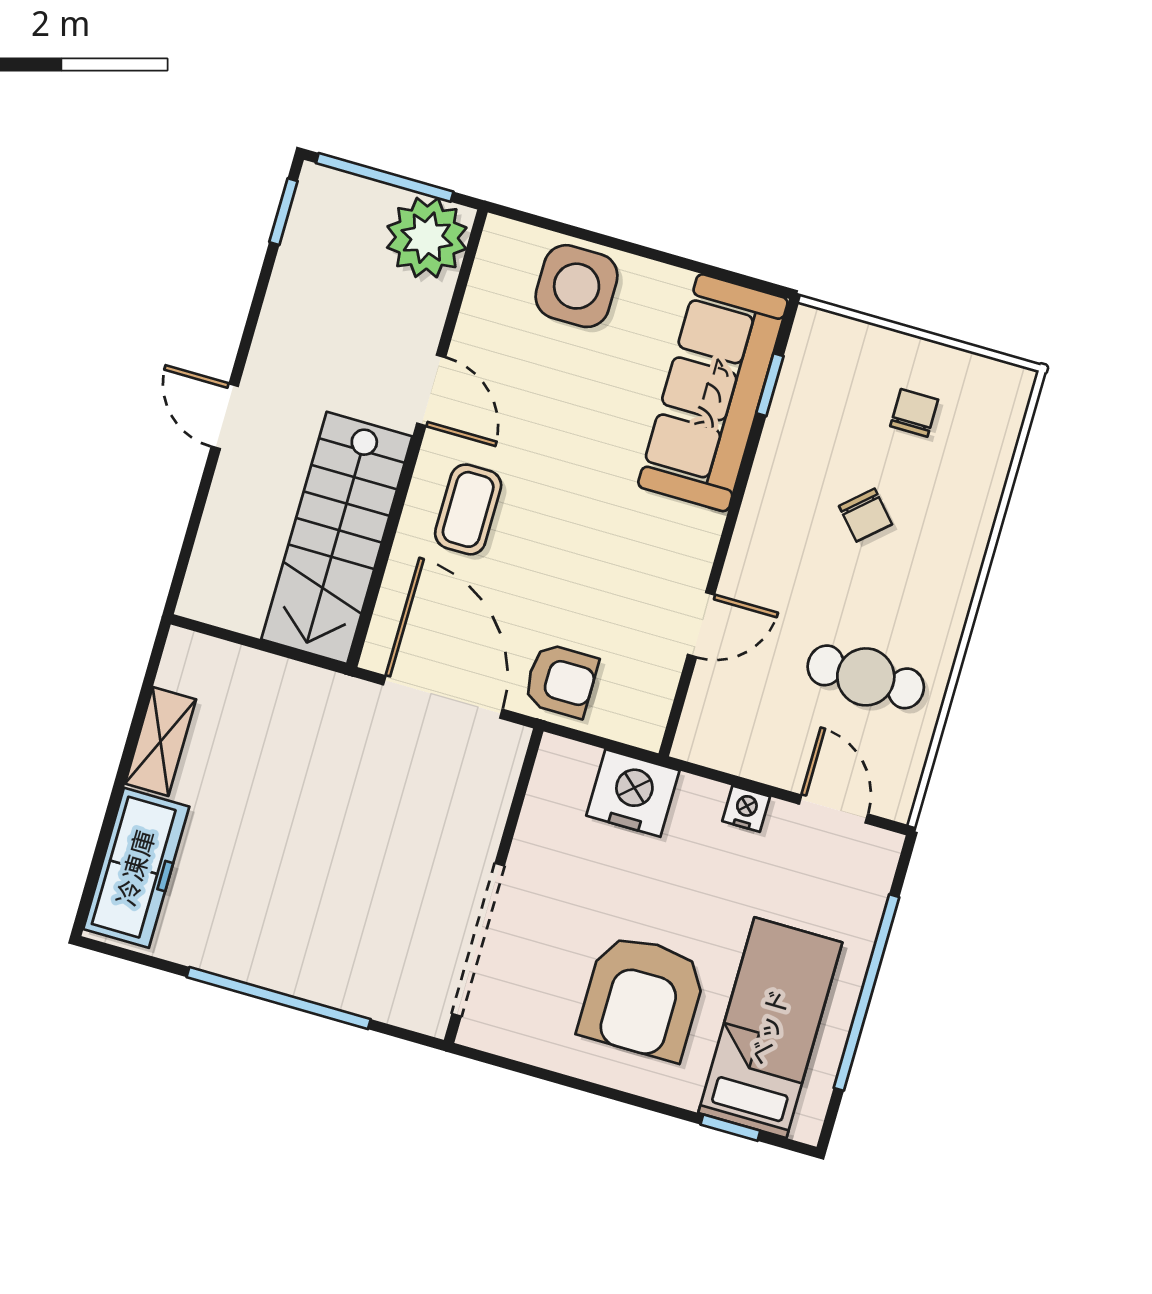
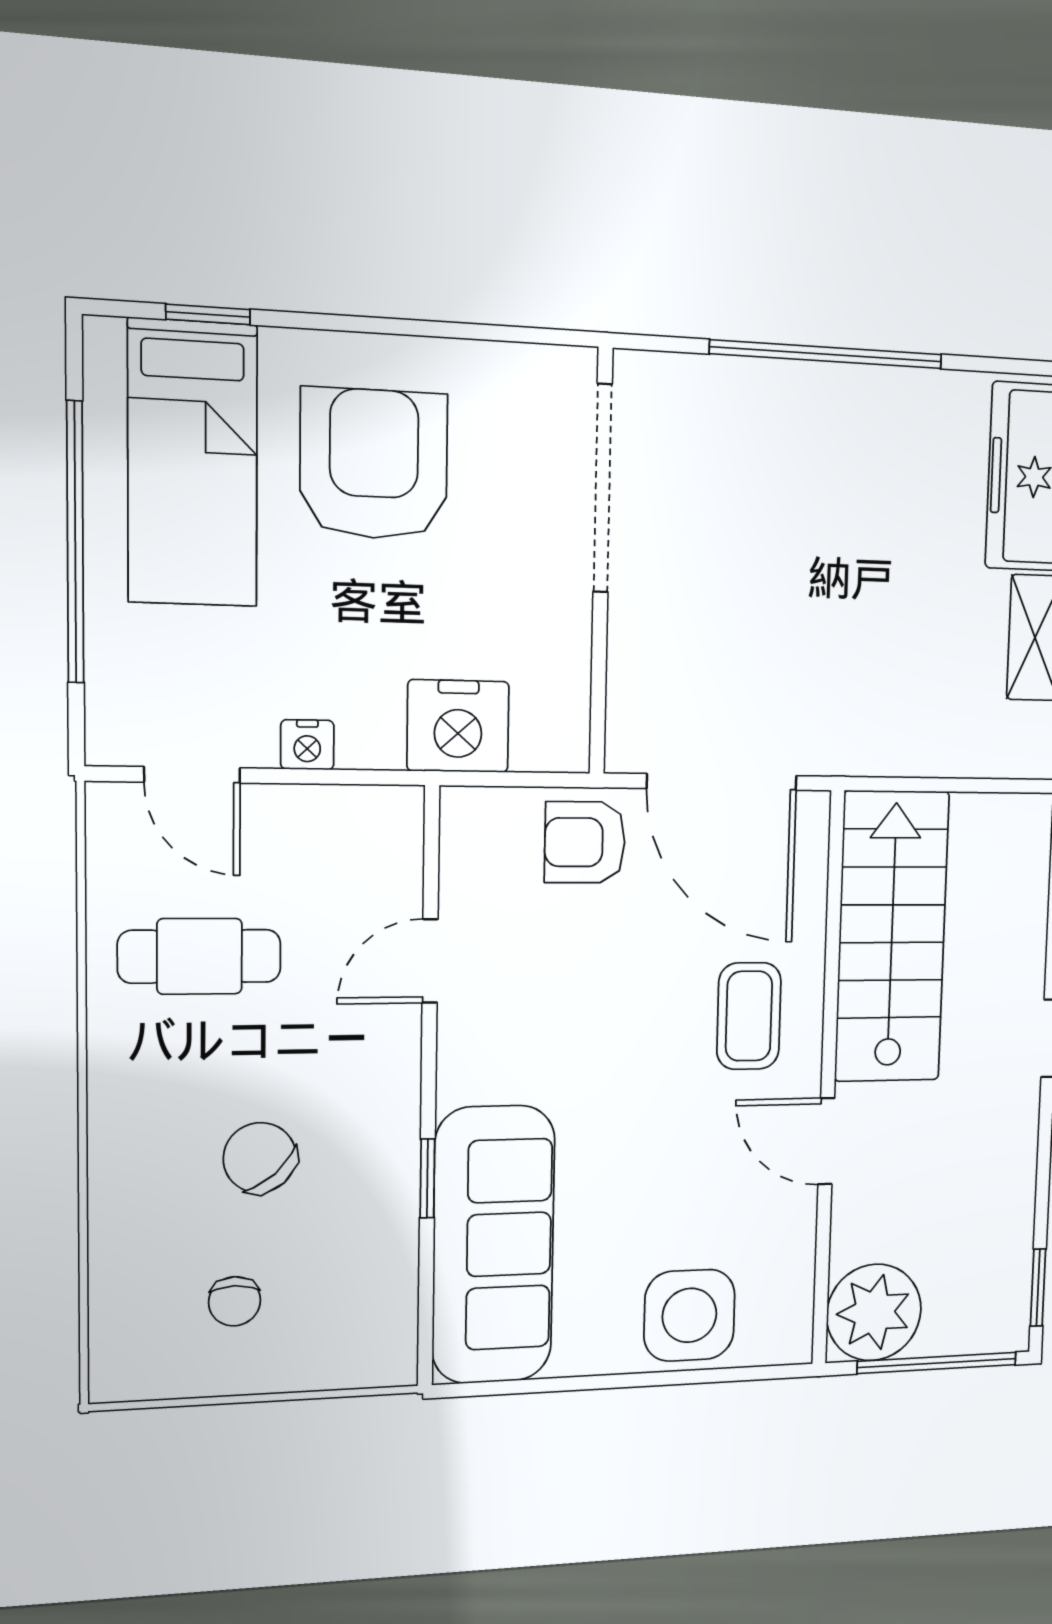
window: (770, 385) -> (427, 1178), moved
chair: (866, 515) -> (260, 1158), width x1.37, depth x1.37

